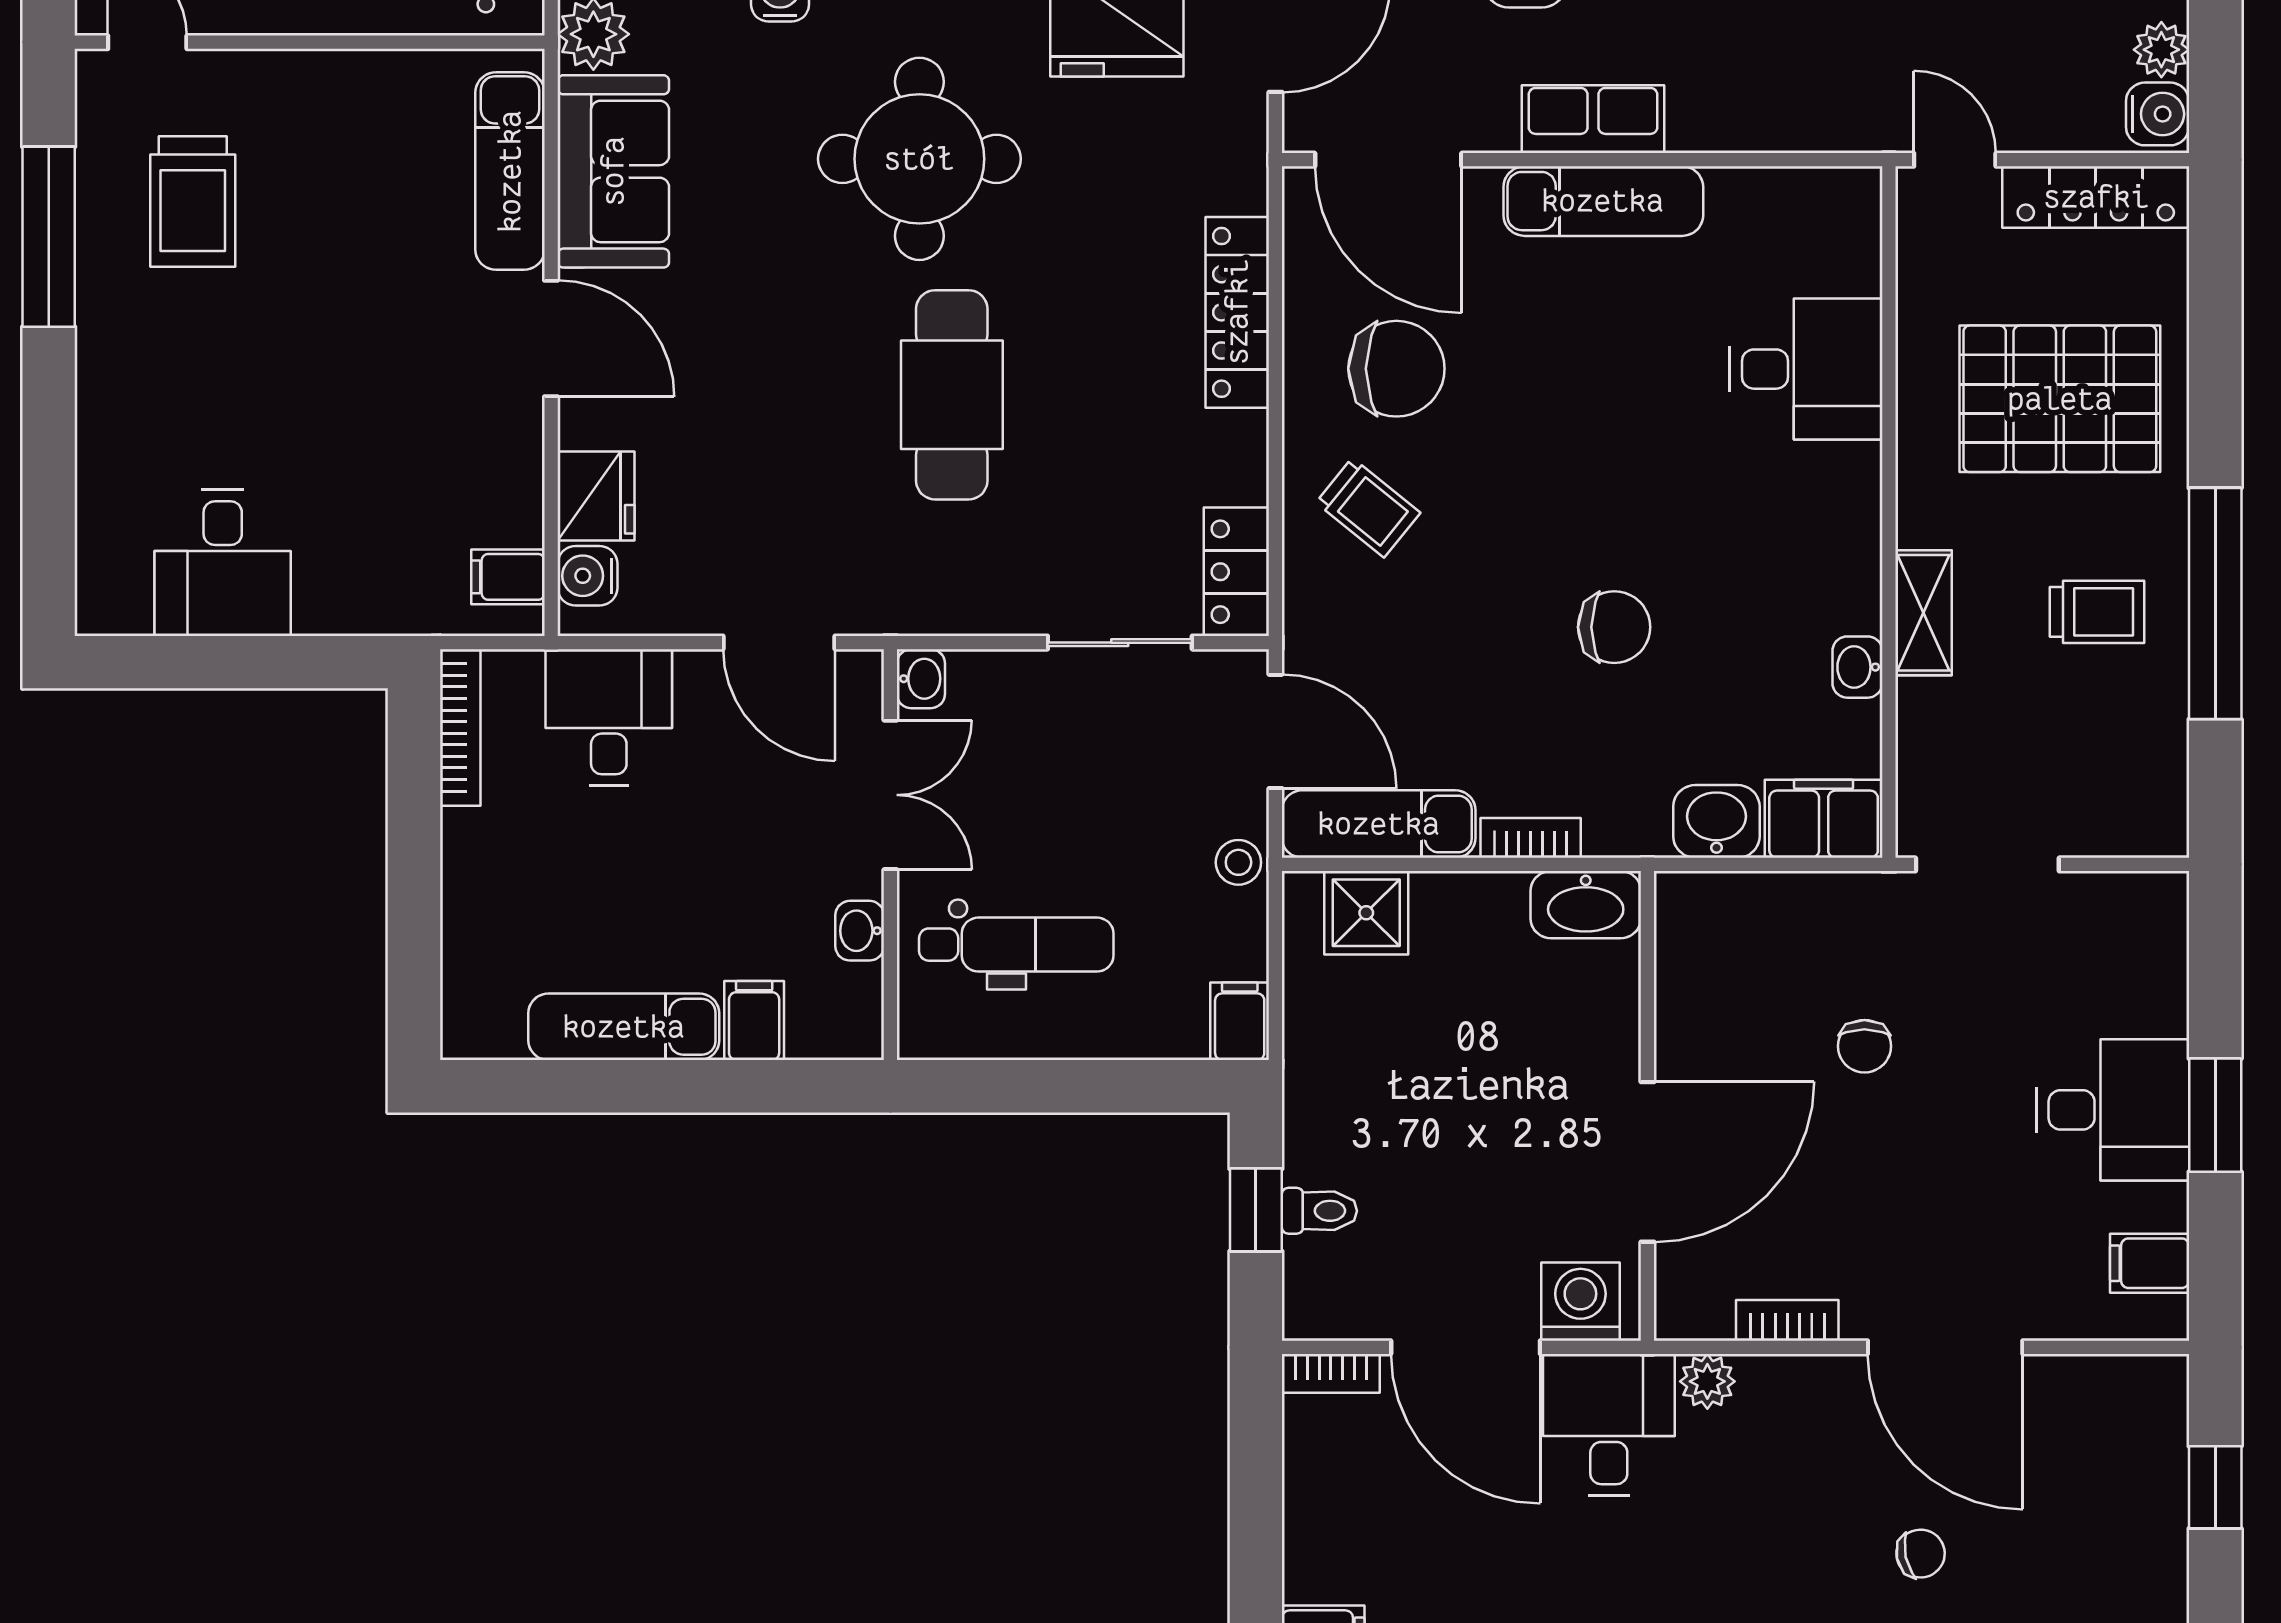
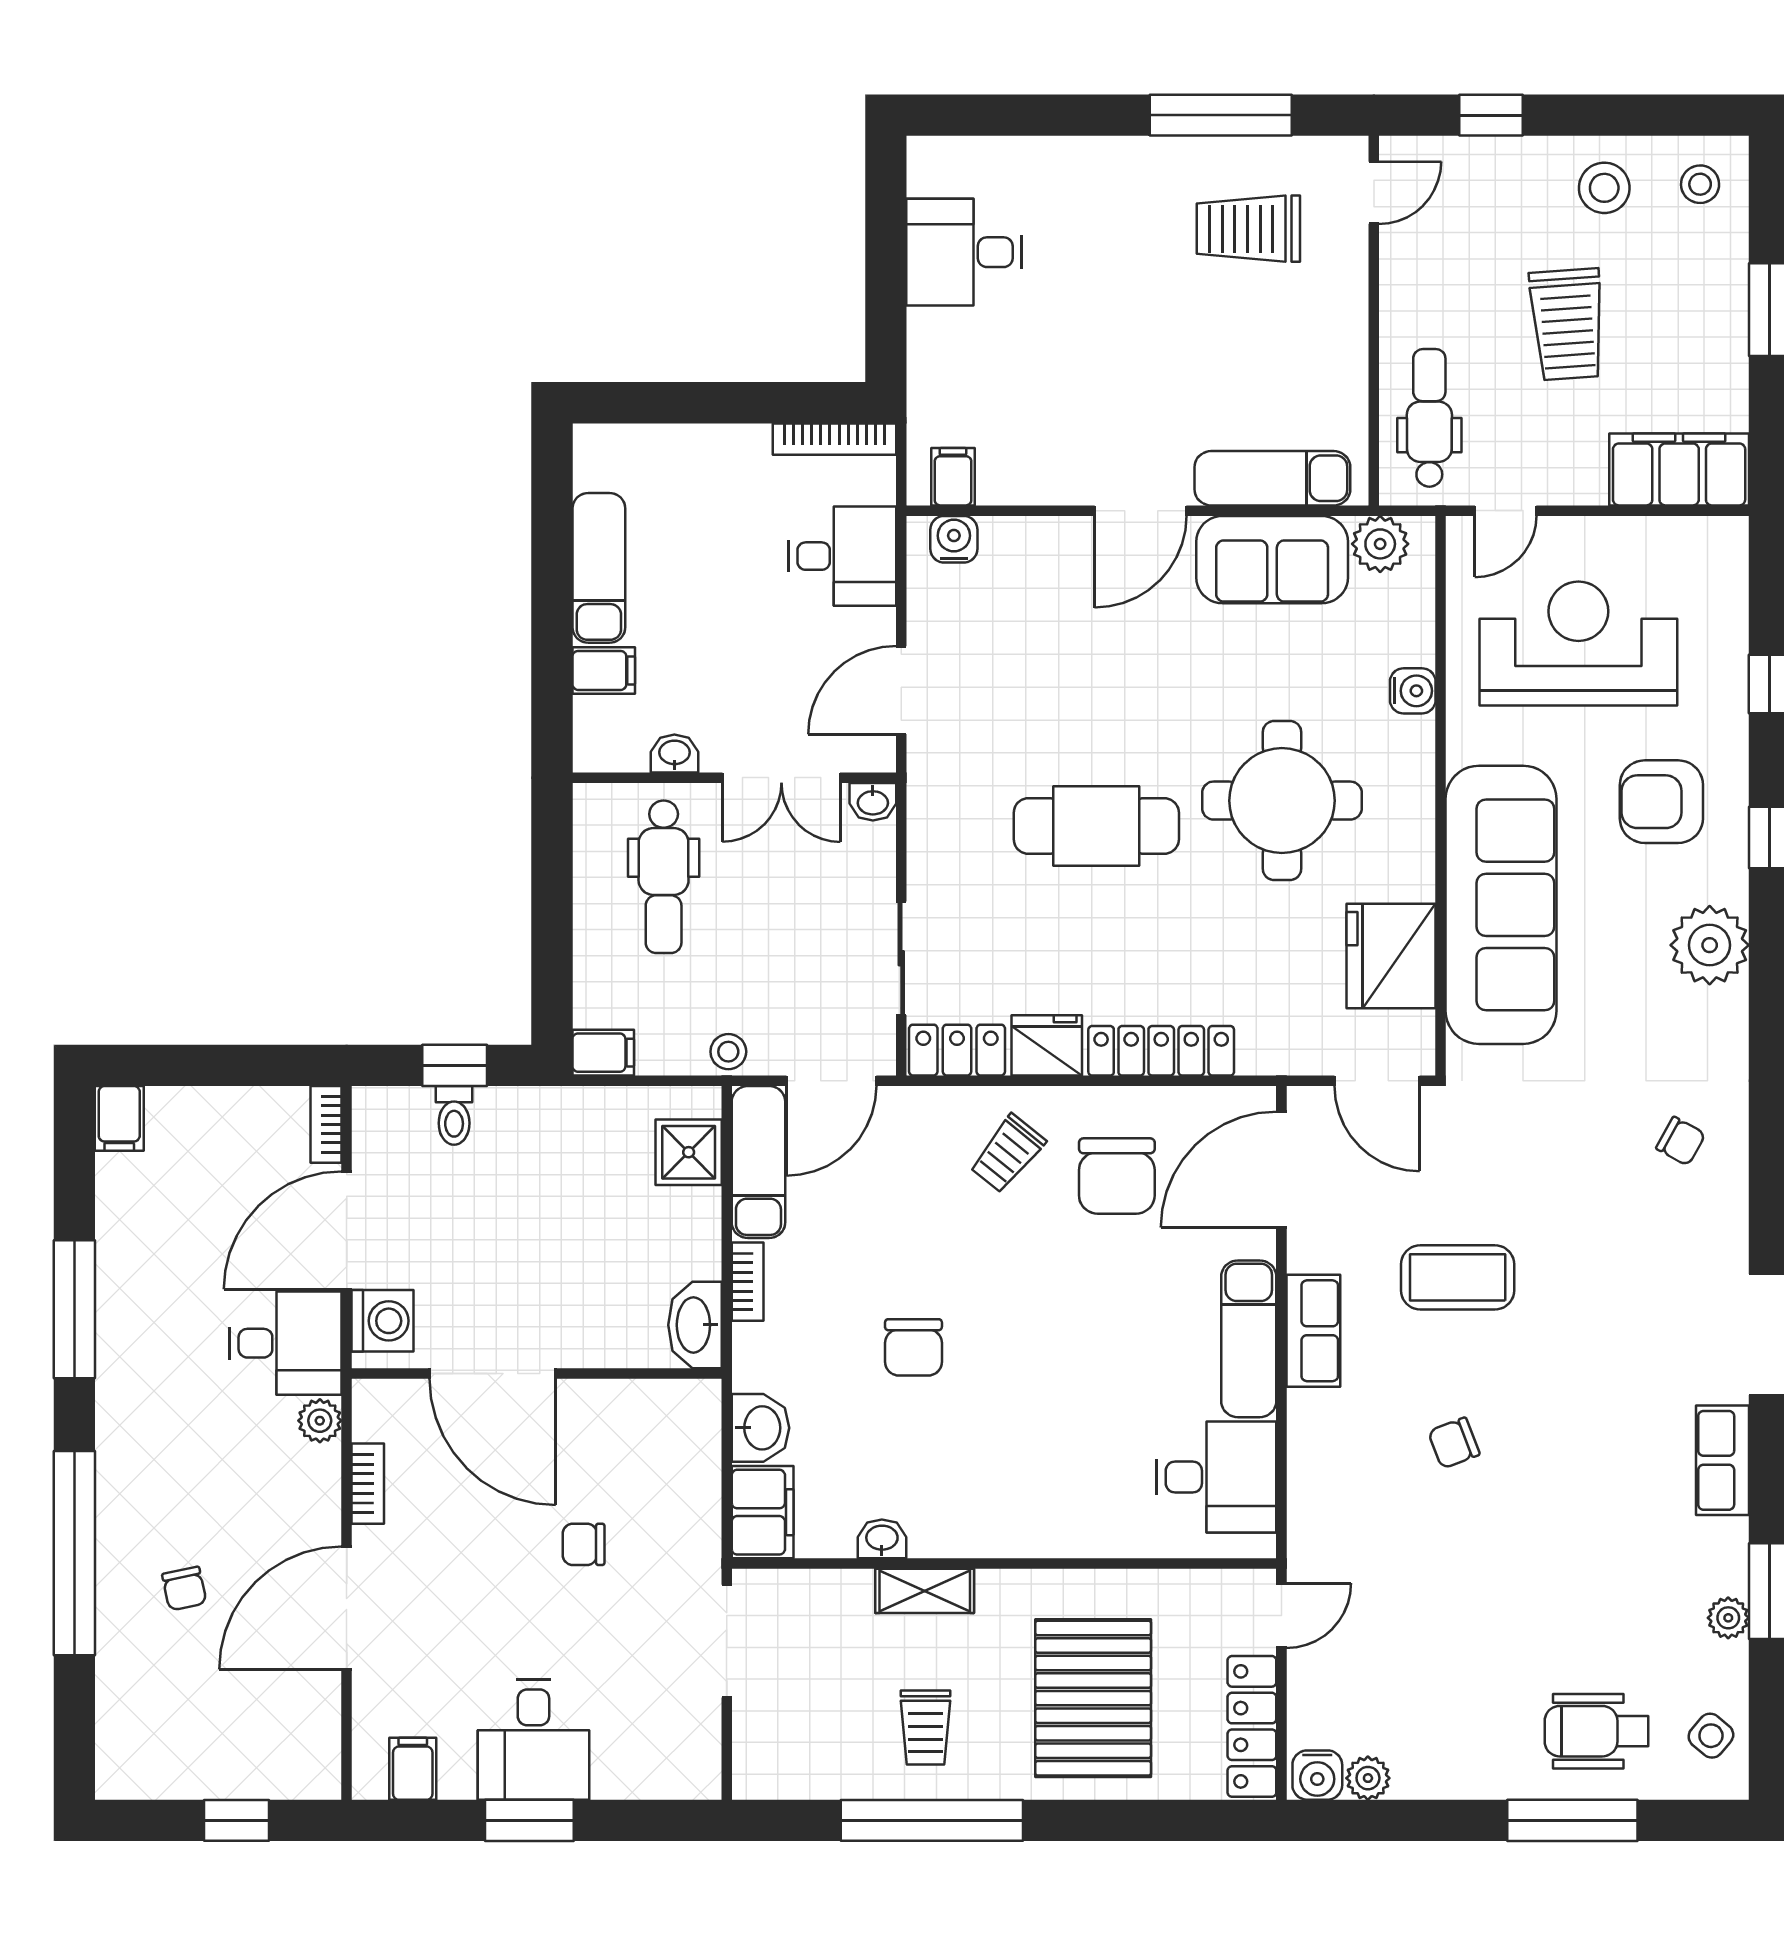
desk: (1806, 369) -> (1216, 1477), moved, turned -90
fridge: (596, 496) -> (1047, 1045), moved, turned 180

